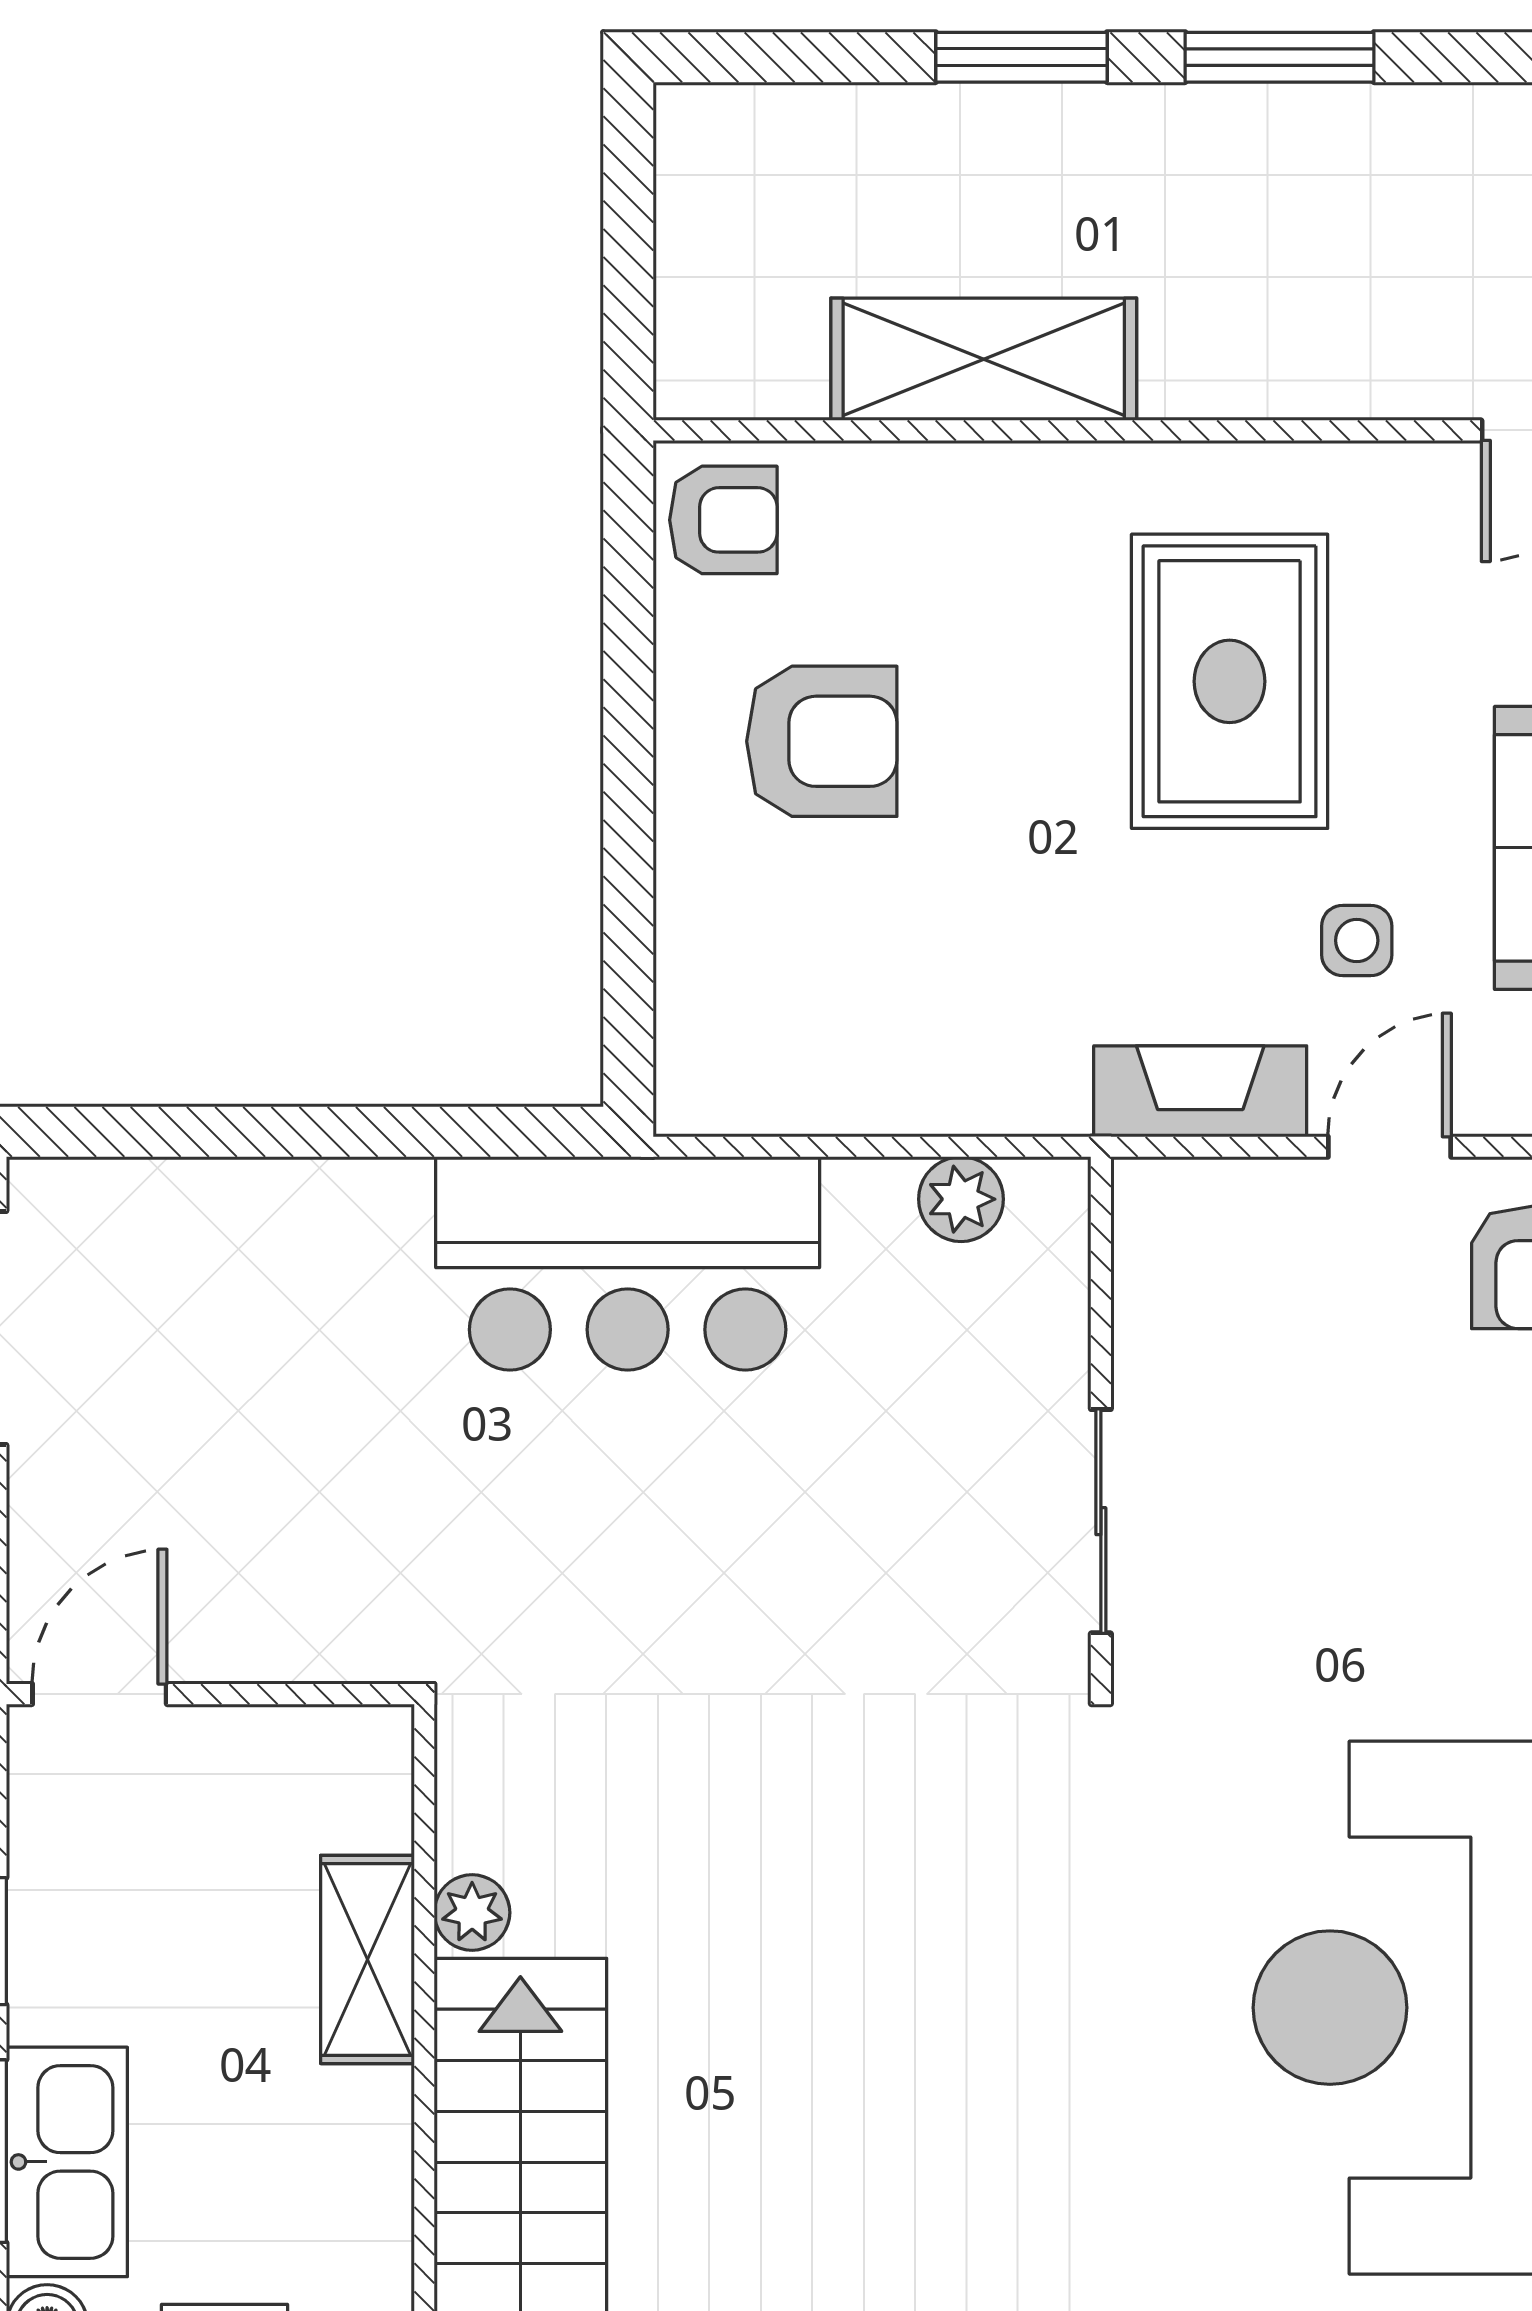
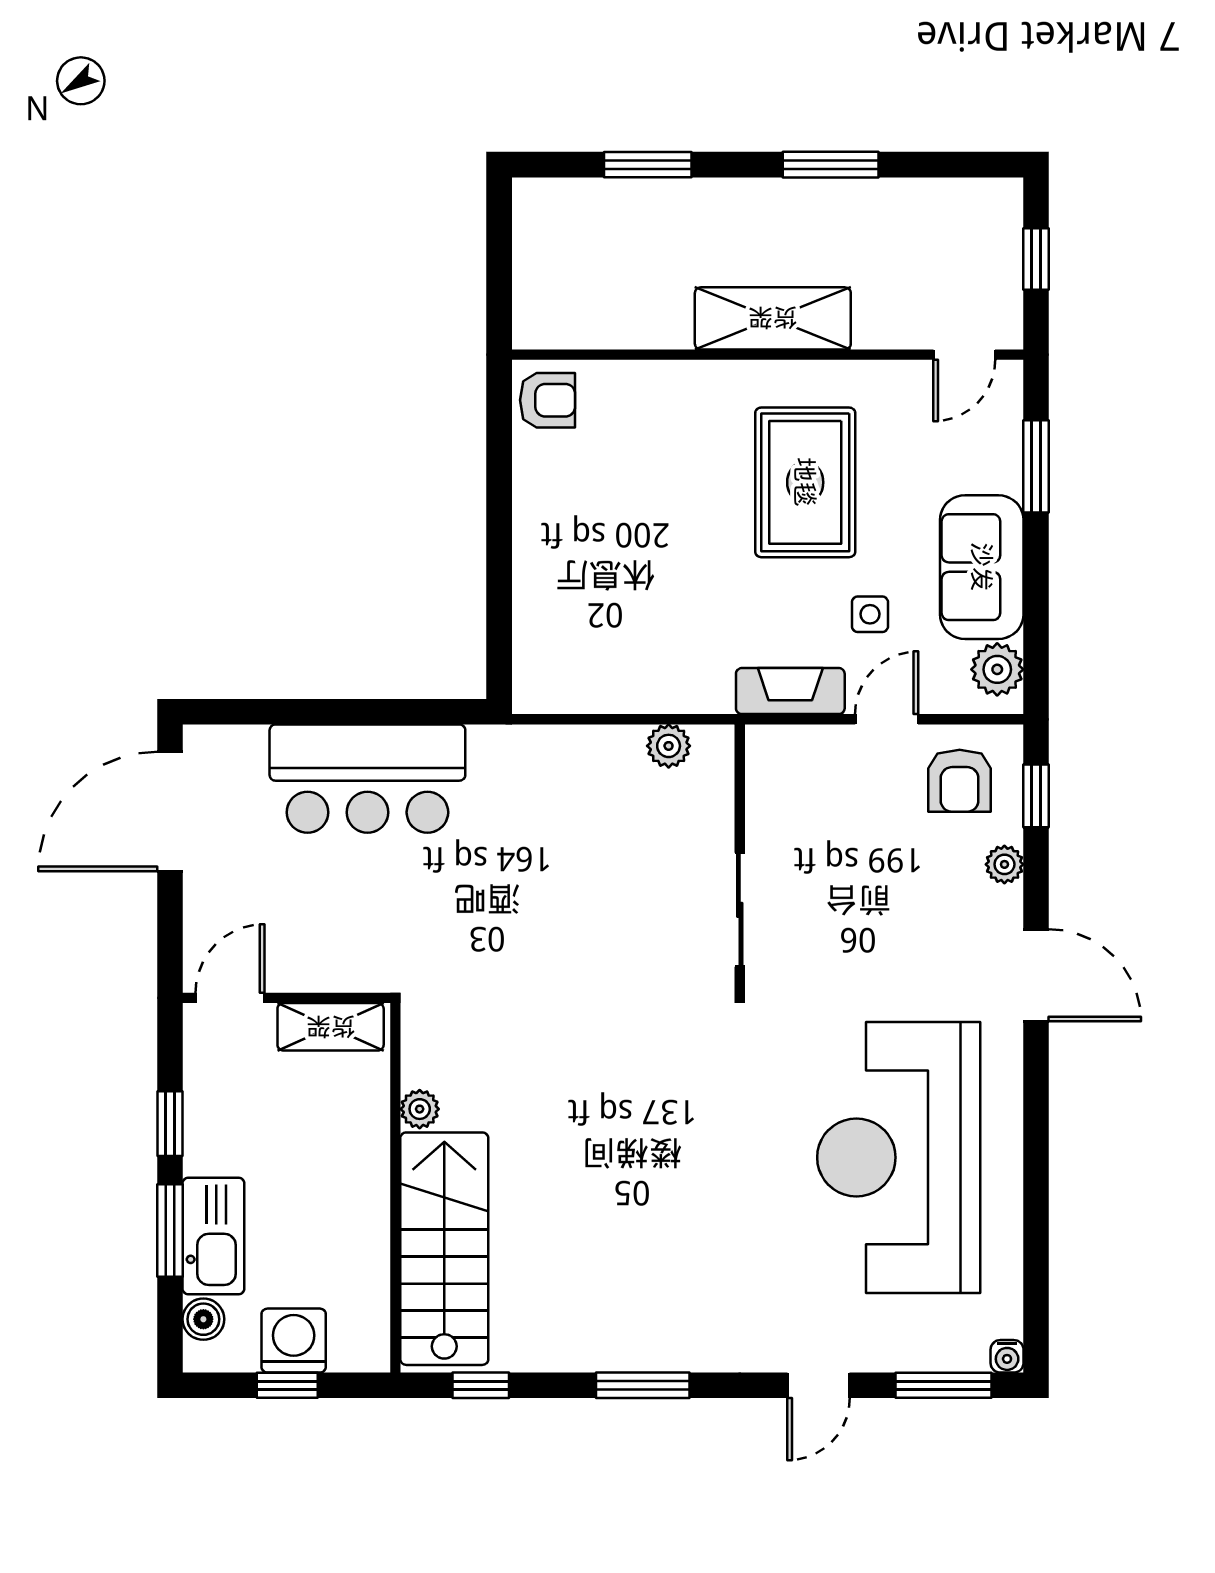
window: (1021, 57) -> (648, 165), moved
shelving: (984, 359) -> (773, 318), moved
armchair: (822, 741) -> (598, 513), removed
bar counter: (628, 1263) -> (367, 779), moved
shelving: (367, 1959) -> (331, 1027), moved, turned 90

